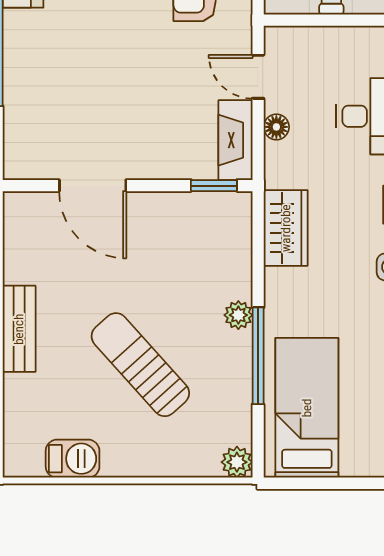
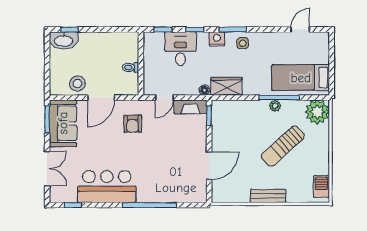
floor lamp: (276, 127) -> (204, 90), moved
plant: (238, 315) -> (275, 106), moved
barbecue: (73, 459) -> (321, 187), moved
plant: (237, 462) -> (317, 112), width x1.88, depth x1.88

